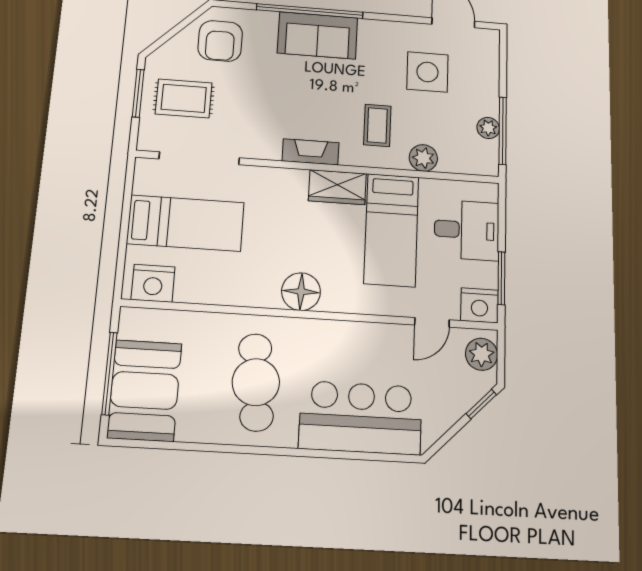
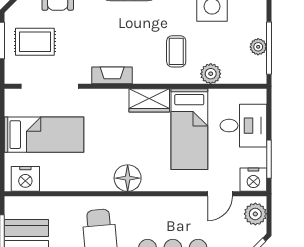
fireplace: (311, 152) -> (112, 75), moved

